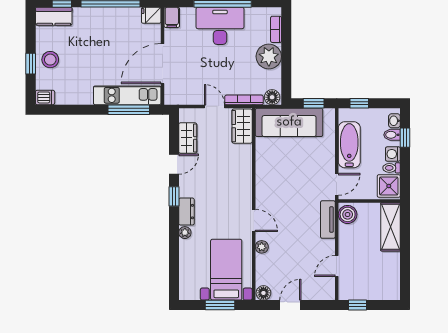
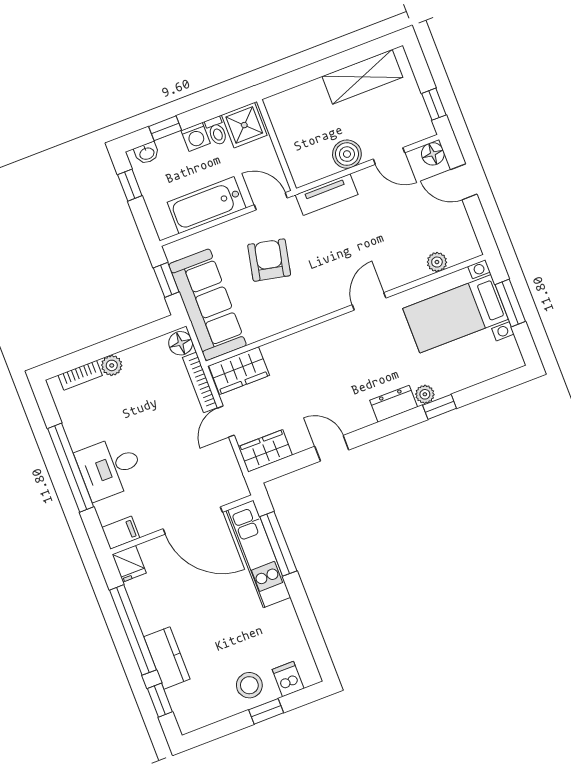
kitchen counter: (54, 16) -> (167, 658), moved
desk: (220, 26) -> (110, 468), width x0.73
plant: (269, 56) -> (112, 365), width x0.53, depth x0.53
dishwasher: (45, 97) -> (288, 679), moved
window: (359, 103) -> (130, 185), moved
bidet: (392, 135) -> (168, 149), removed
wardrobe: (188, 138) -> (265, 451), moved
armchair: (302, 170) -> (269, 260), added
window: (174, 196) -> (440, 407), moved
boiler: (348, 214) -> (347, 154), moved
shelving: (391, 227) -> (362, 77), moved
plant: (262, 247) -> (437, 262), moved
floor lamp: (263, 293) -> (433, 154), moved
door: (290, 305) -> (464, 182), moved

